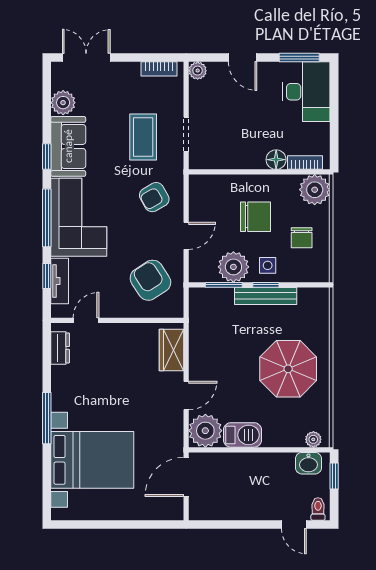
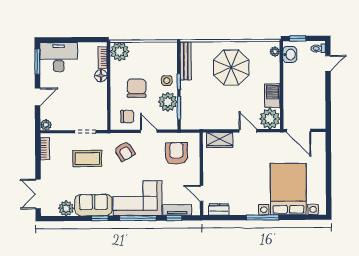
chair: (302, 238) -> (127, 116), moved
armchair: (150, 280) -> (176, 153), turned 123
bench: (266, 296) -> (186, 61), moved

